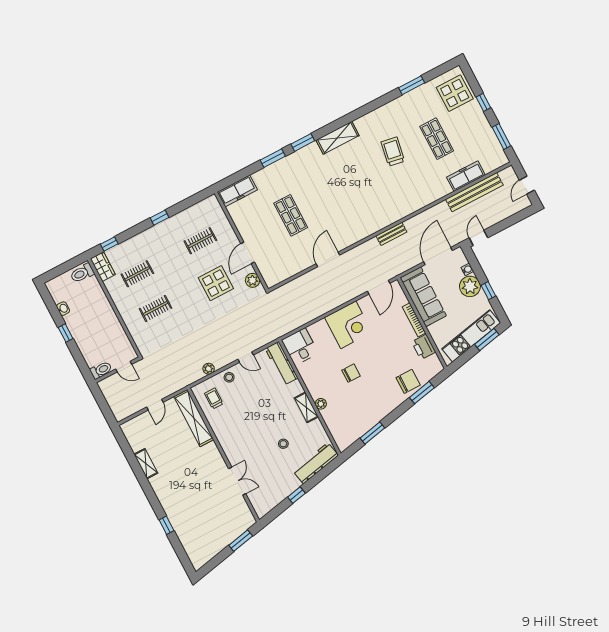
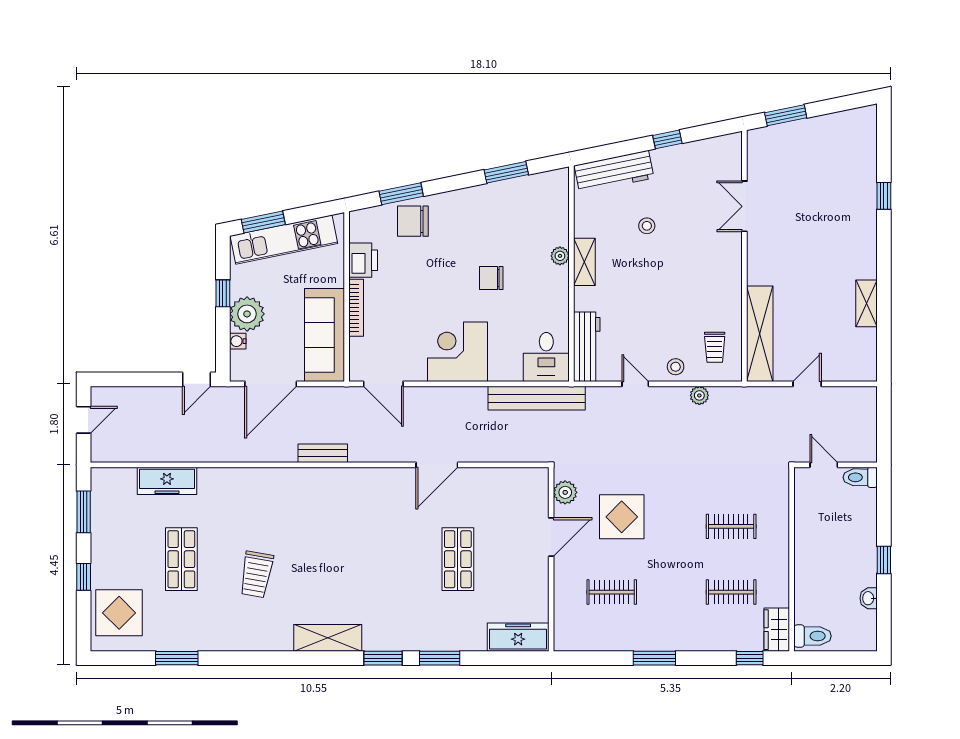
bench: (474, 192) -> (537, 398), moved
window: (159, 218) -> (654, 658), width x1.50
door: (379, 287) -> (383, 384), swing flipped

